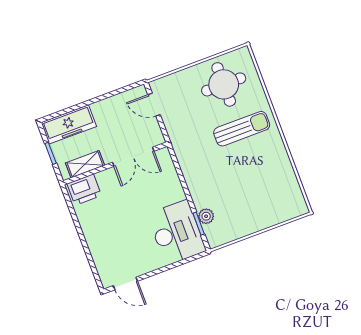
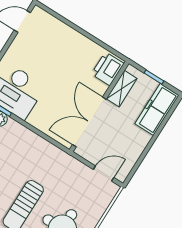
double door: (133, 157) -> (89, 122), width x1.37

